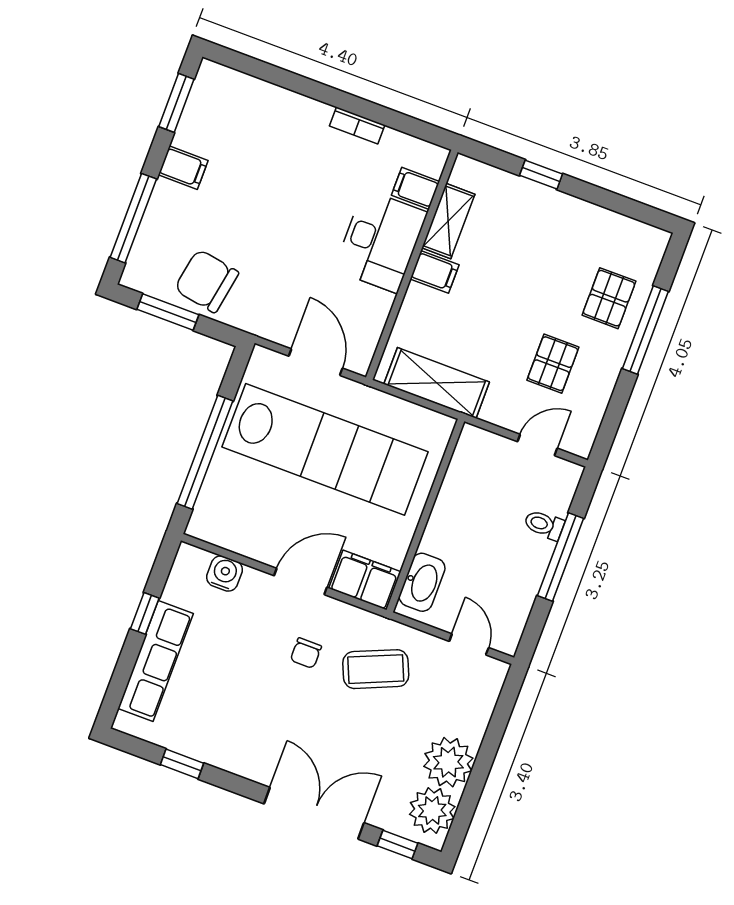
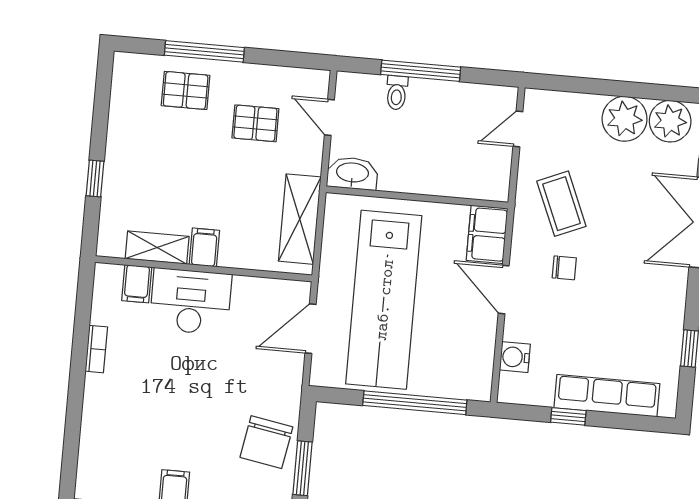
lab bench: (325, 449) -> (384, 300), turned 180
washbasin: (422, 582) -> (352, 173), moved

